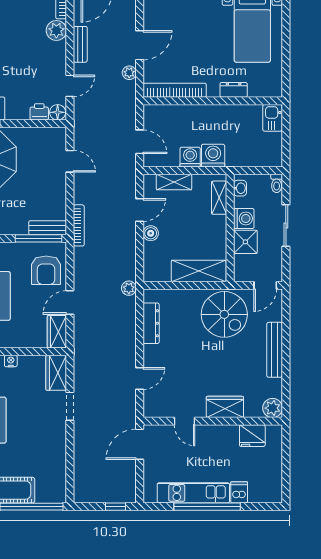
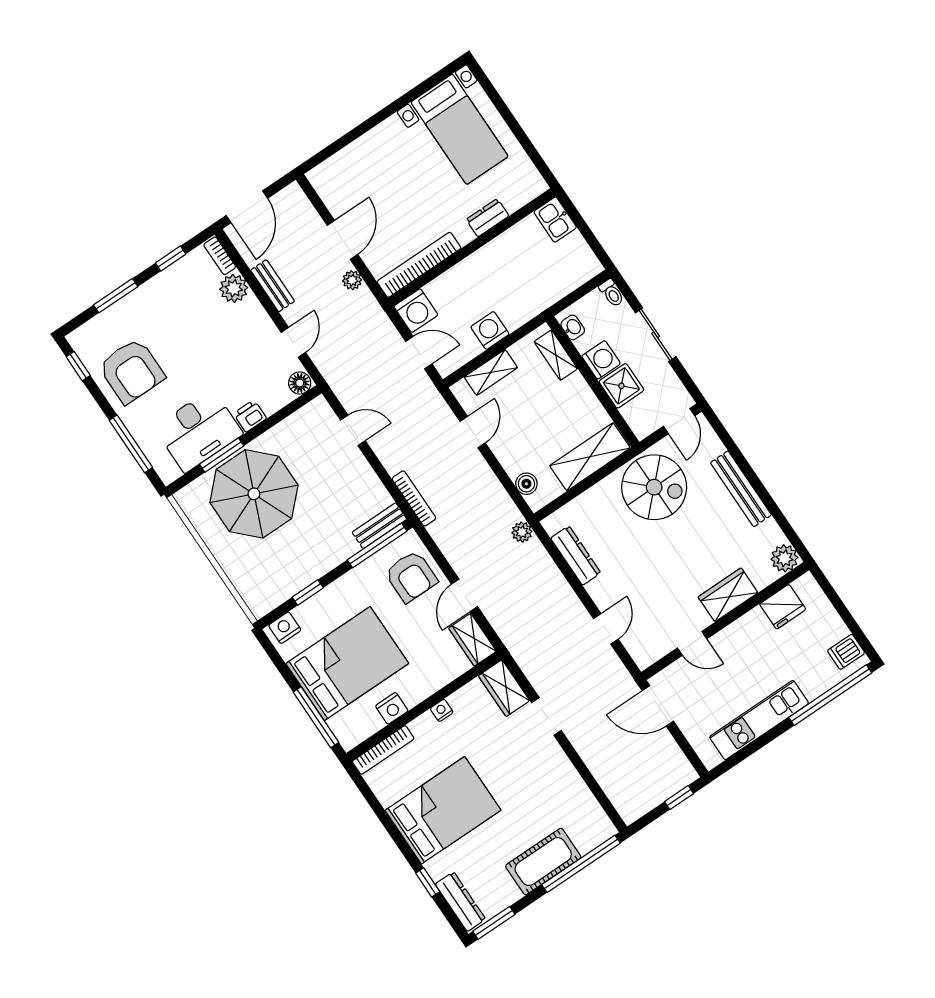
printer: (39, 112) -> (250, 416), moved
washing machine: (213, 156) -> (416, 311), moved, turned 180
boiler: (151, 233) -> (526, 484), moved
door: (140, 444) -> (658, 706), hinge flipped
dishwasher: (239, 492) -> (846, 652), moved, turned -90
window: (207, 507) -> (830, 695), moved

